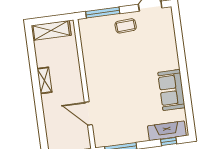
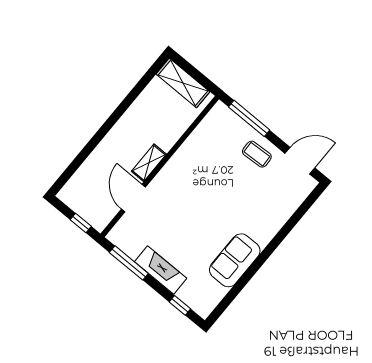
shelving: (44, 80) -> (149, 163), moved
fireplace: (167, 131) -> (161, 270), moved

